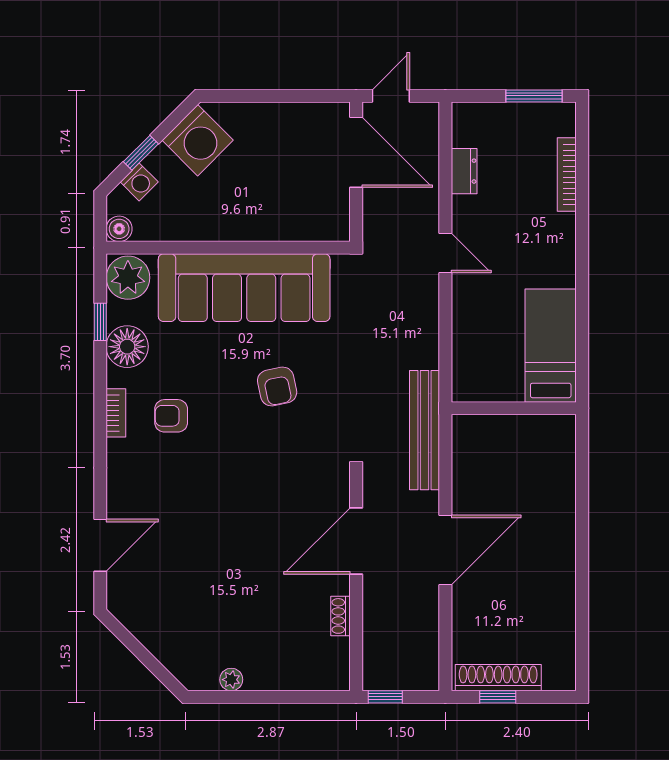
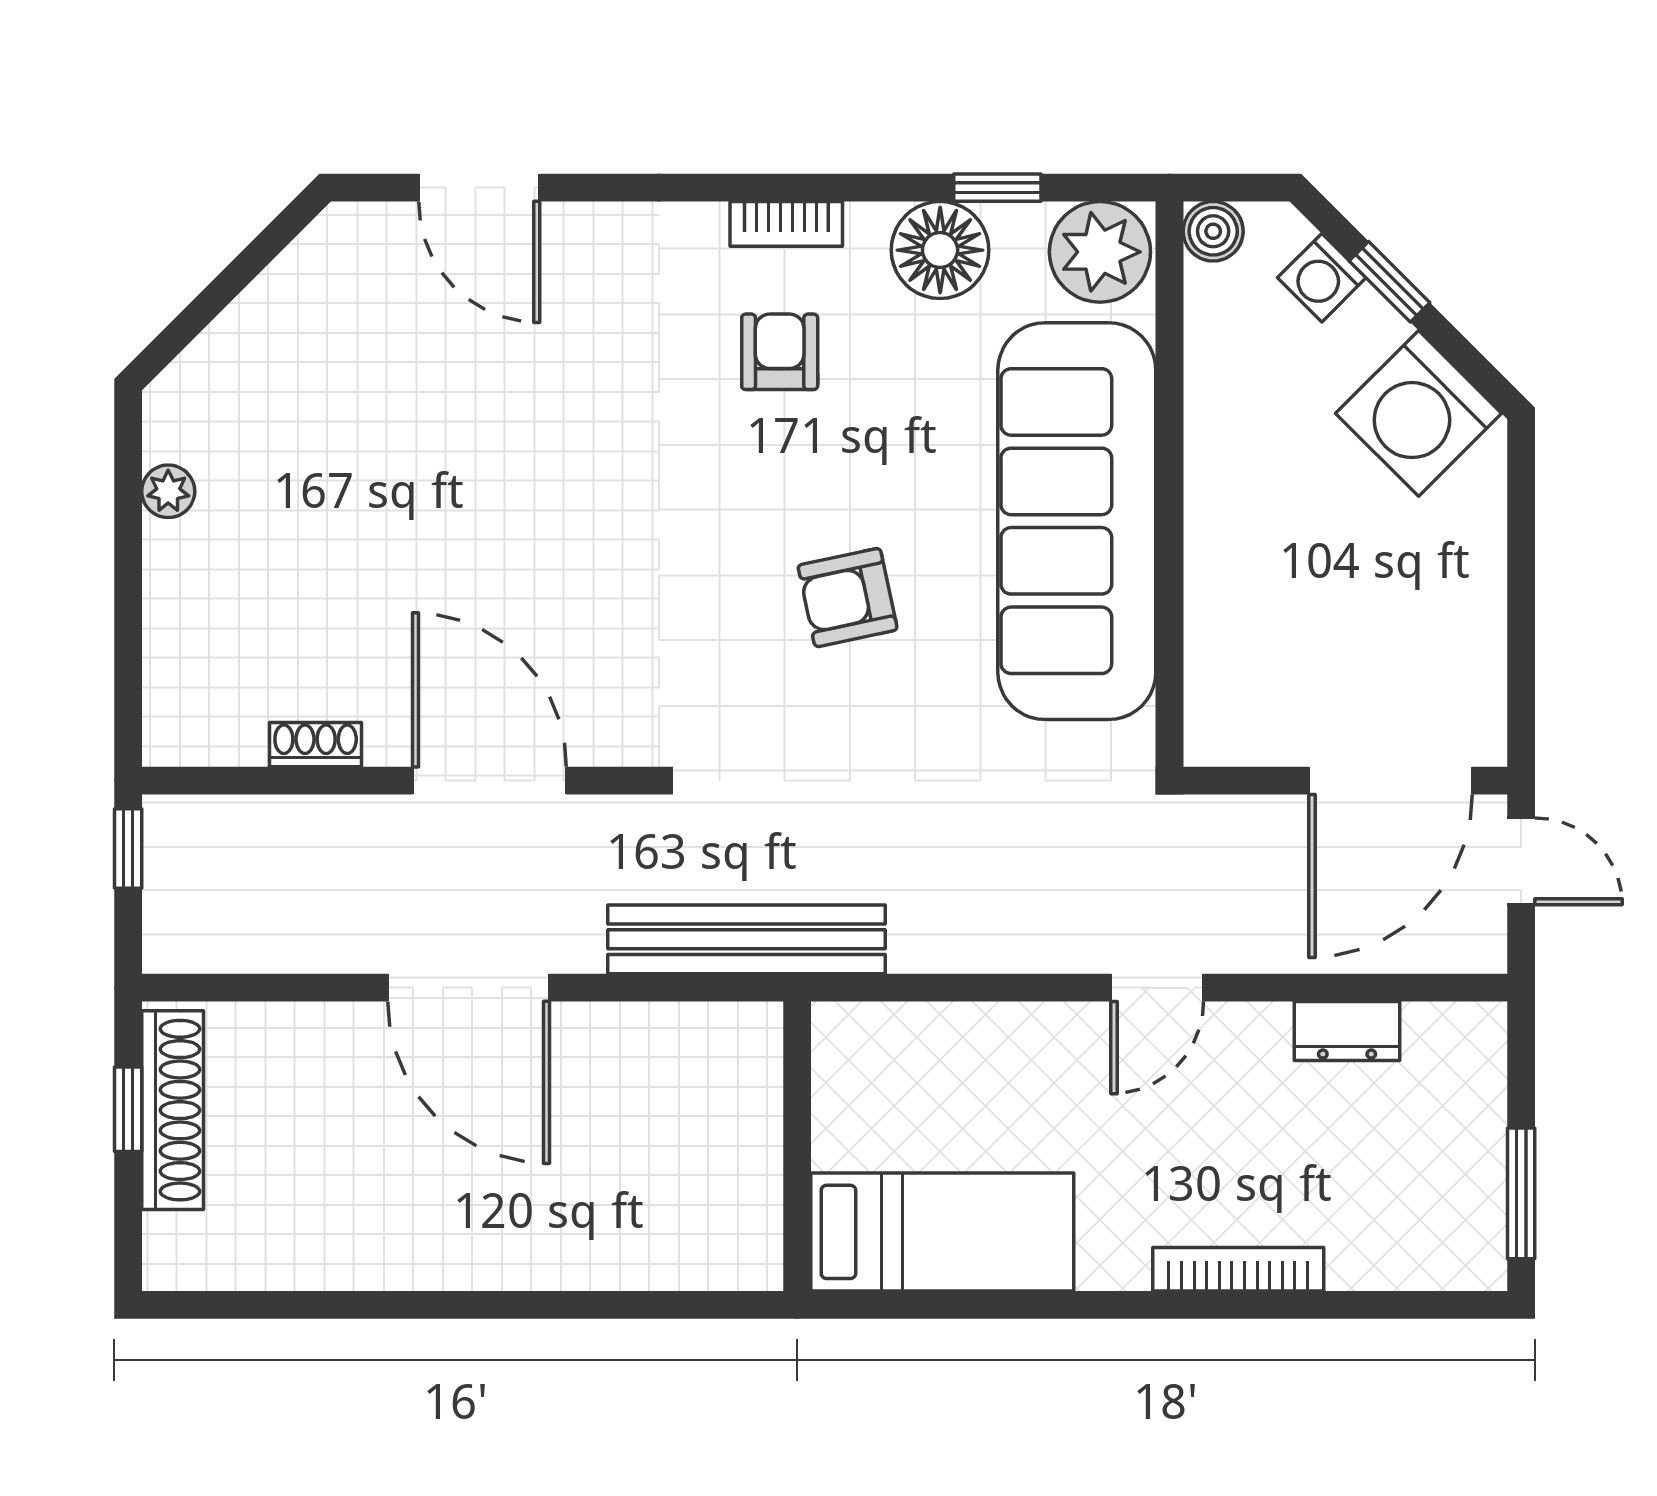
bookcase: (567, 175) -> (1238, 1269), moved

